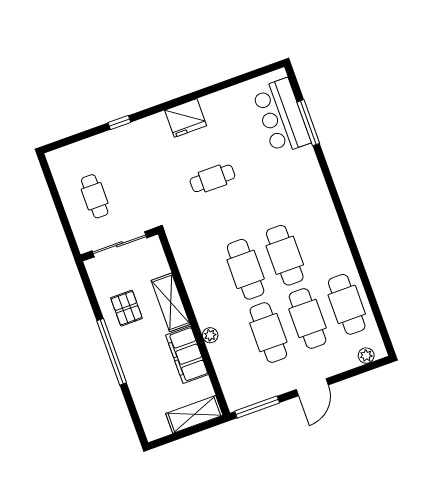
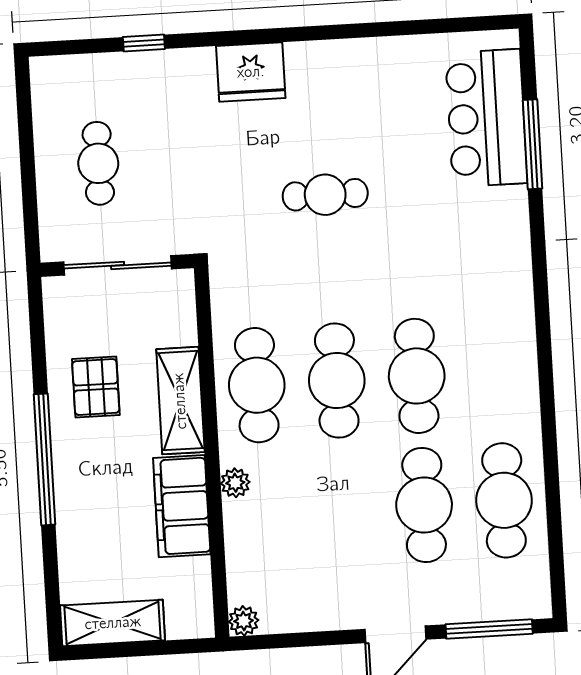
fridge: (186, 118) -> (251, 72), moved
window: (119, 122) -> (144, 43), moved
cafe table: (268, 333) -> (257, 385), moved
plant: (366, 356) -> (244, 621), moved
window: (257, 407) -> (489, 629), moved
shelving: (194, 414) -> (113, 623), moved

